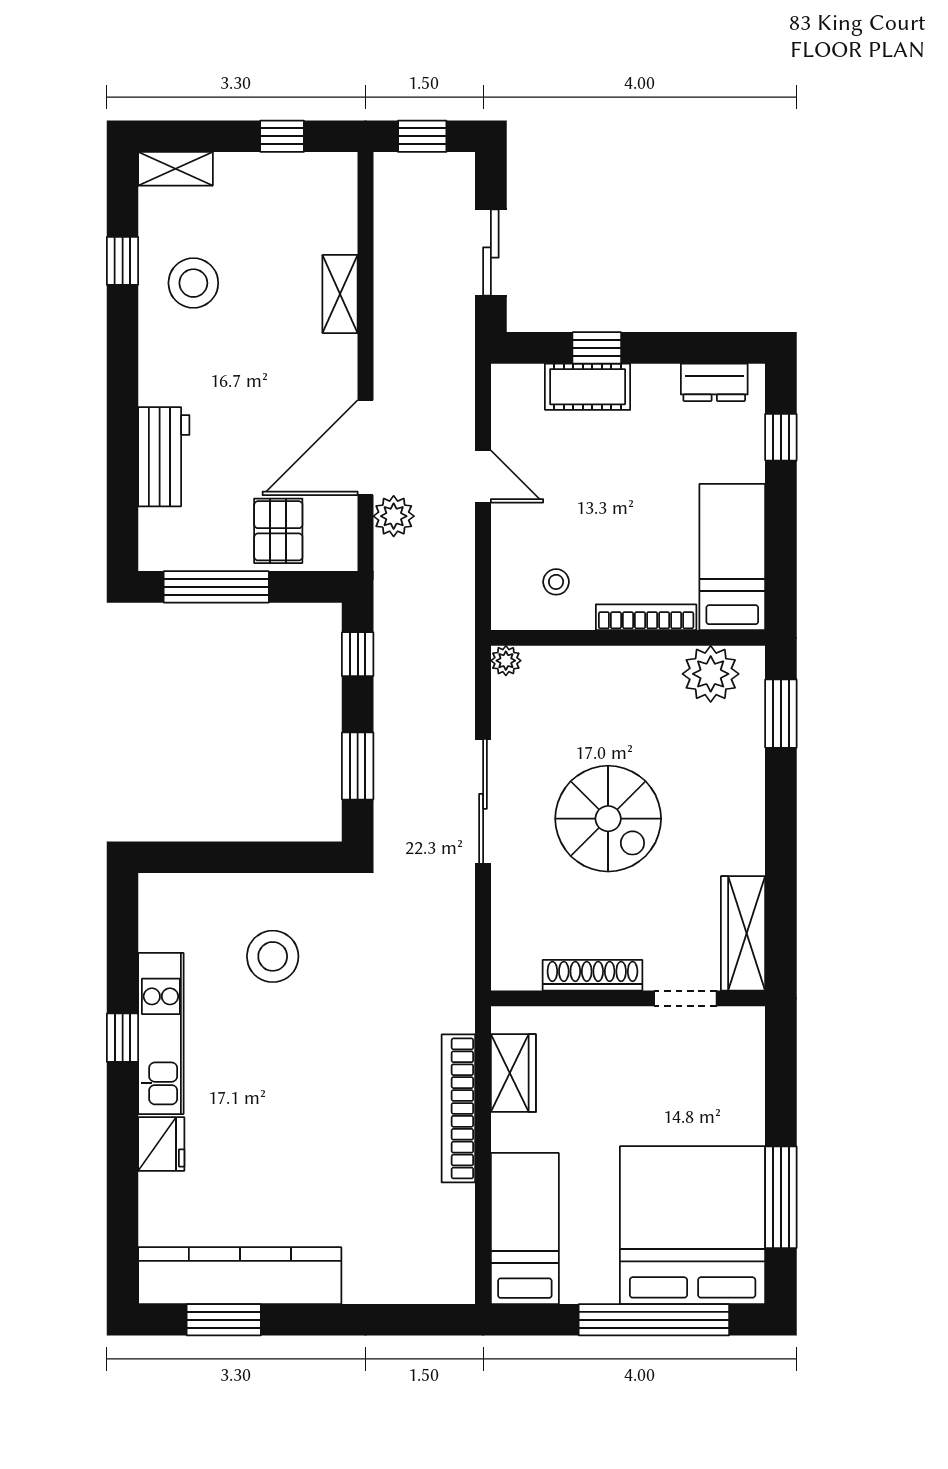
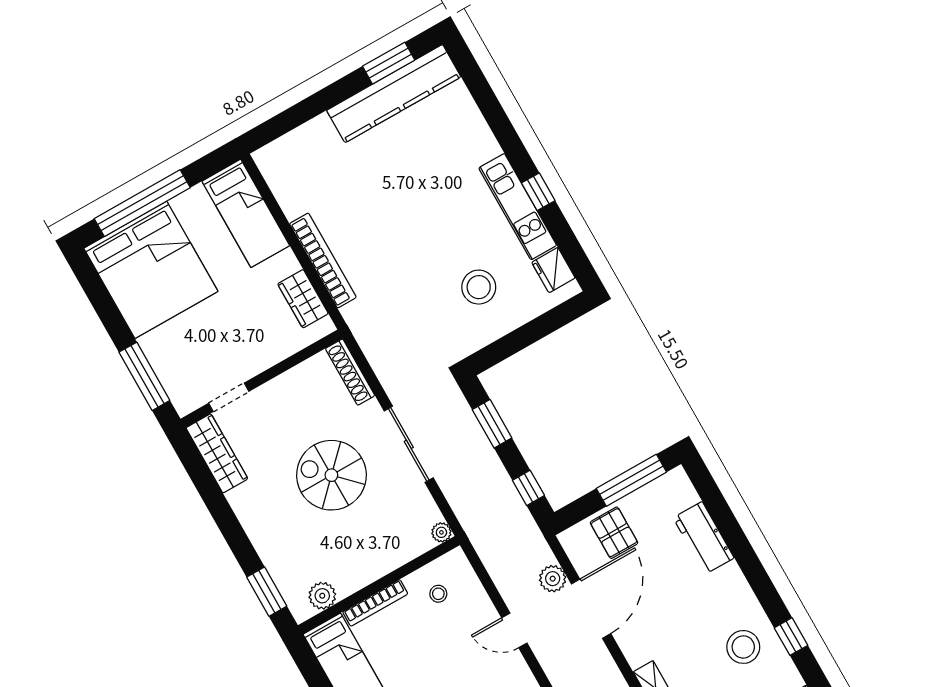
plant: (711, 674) -> (322, 596), width x0.73, depth x0.73
shoe rack: (592, 975) -> (350, 372), moved, turned 90
fridge: (161, 1144) -> (553, 270), moved
window: (781, 1197) -> (144, 376), moved

